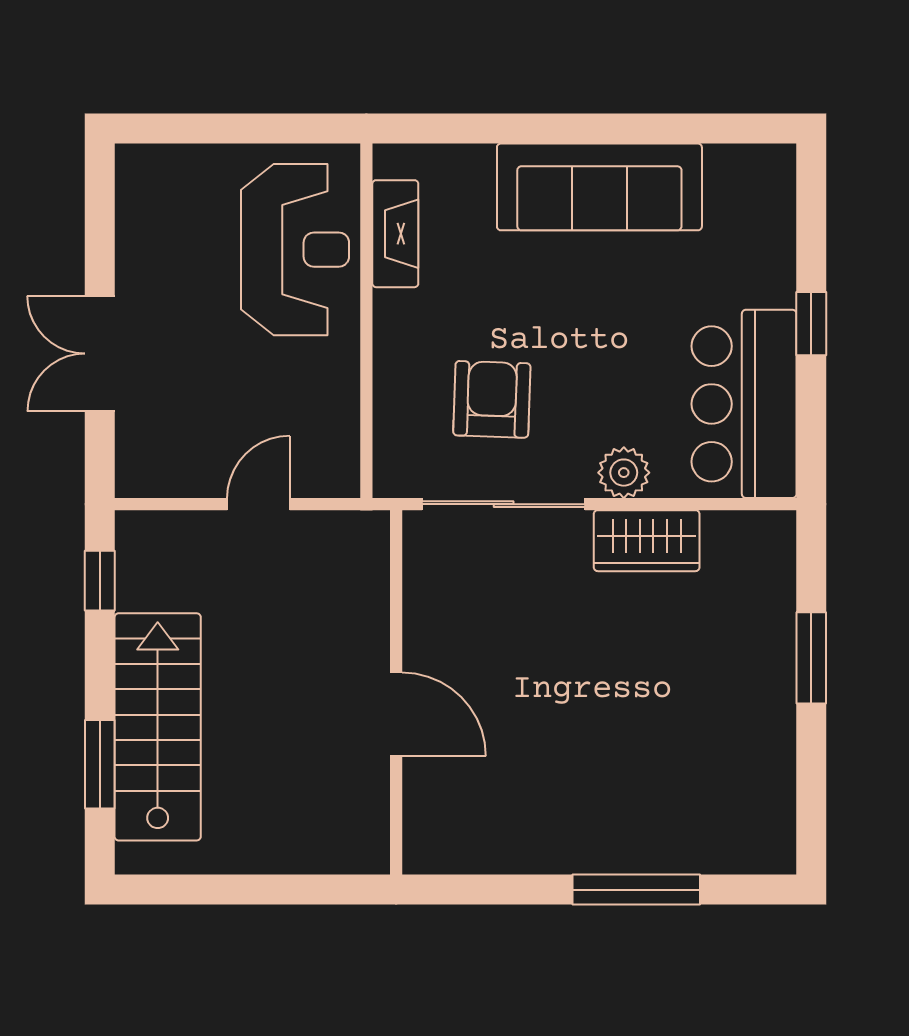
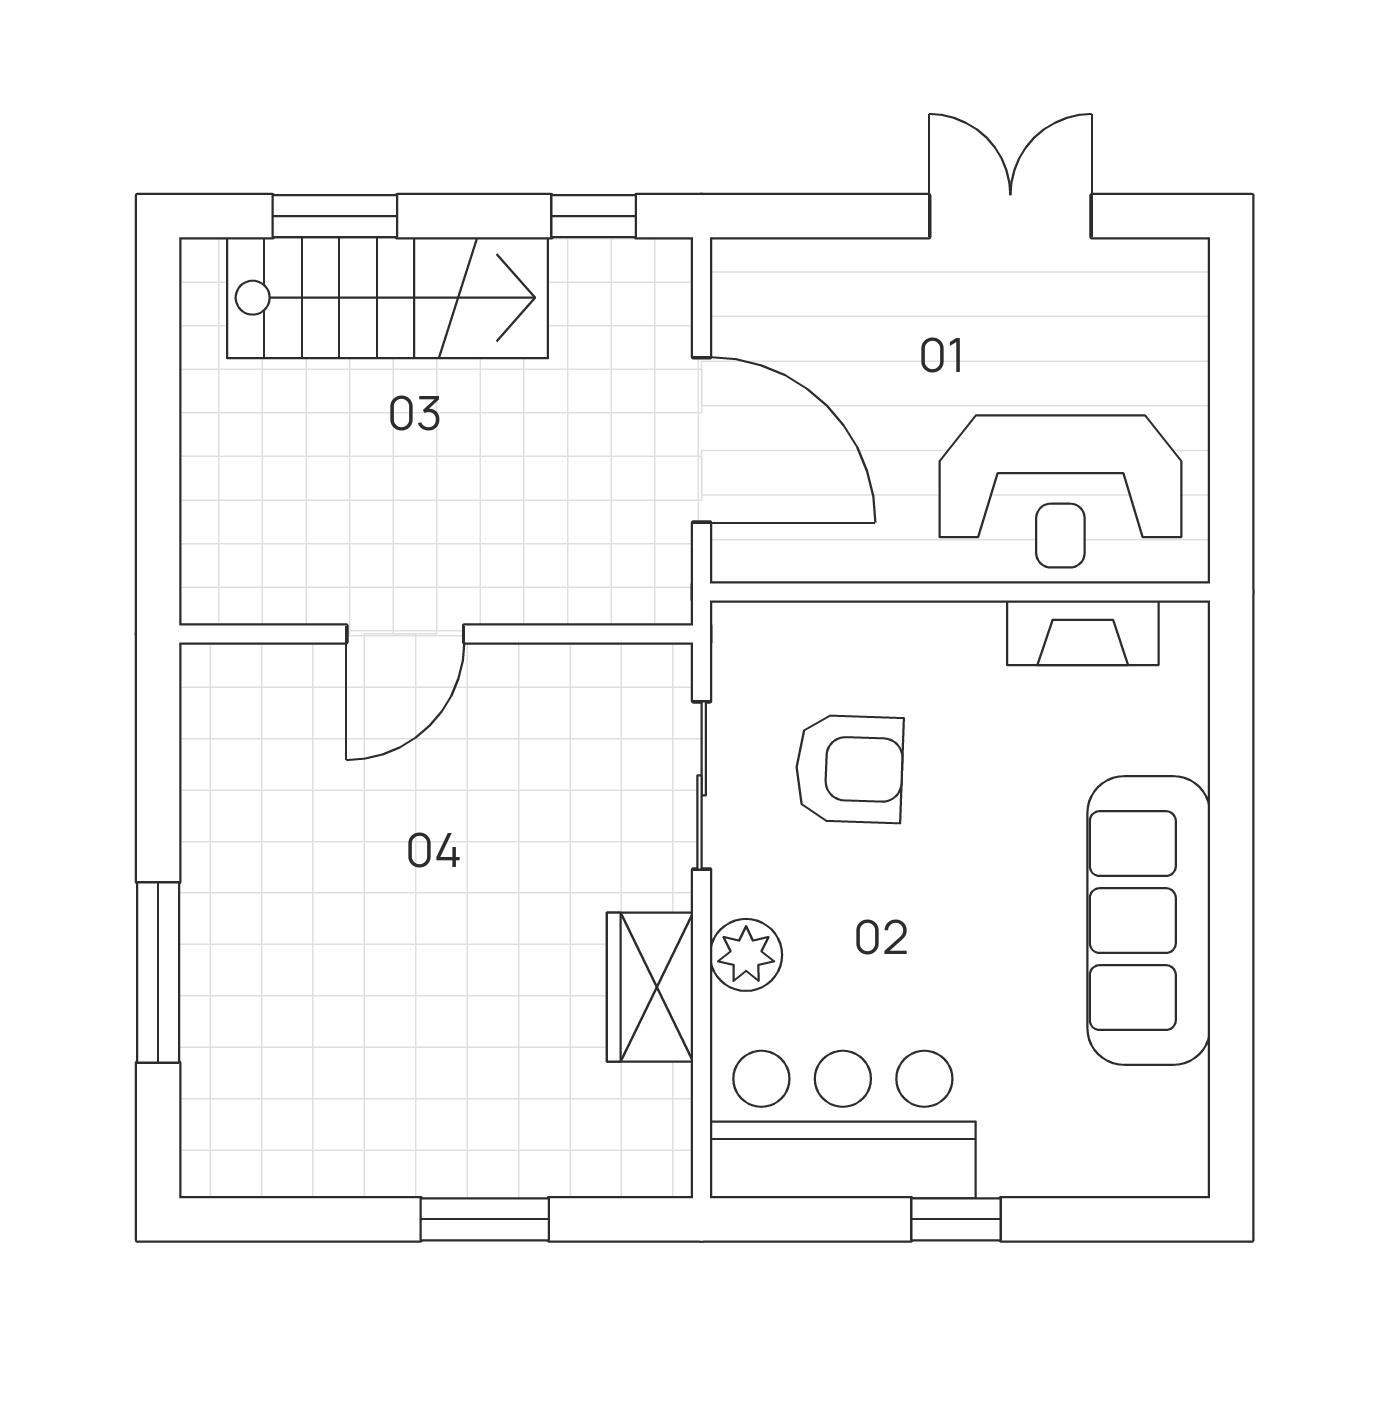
double door: (100, 354) -> (1010, 216), moved
door: (258, 504) -> (702, 440), width x1.87
sliding door: (504, 504) -> (702, 785), width x0.73

